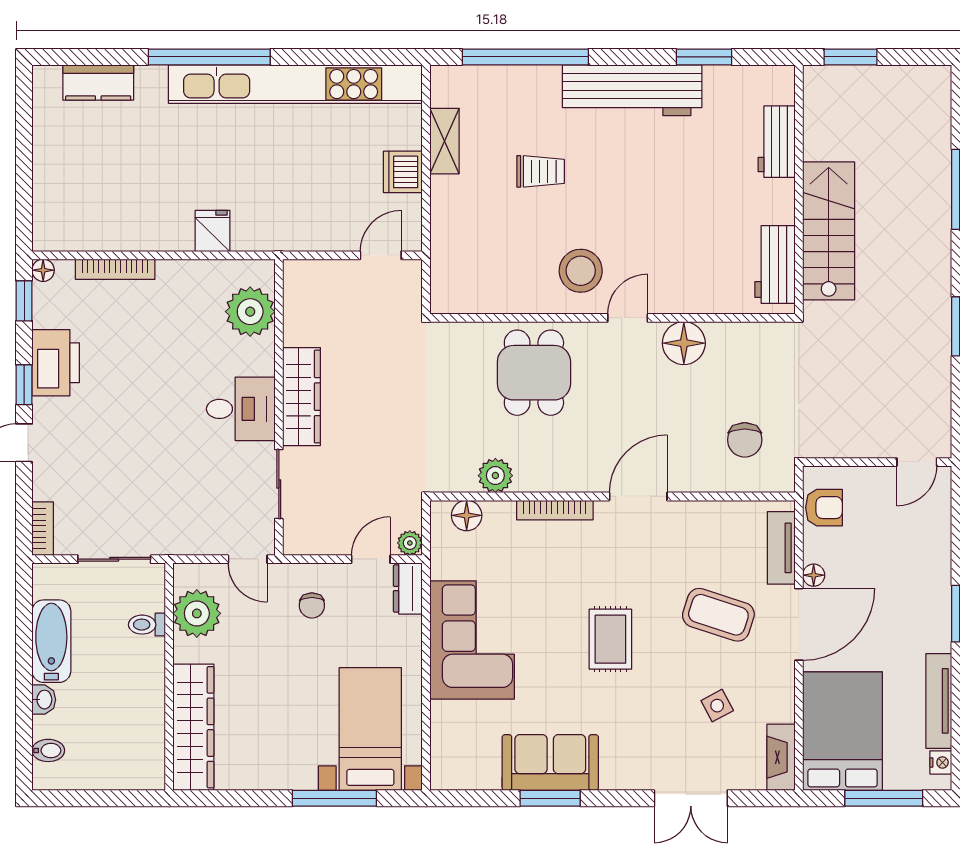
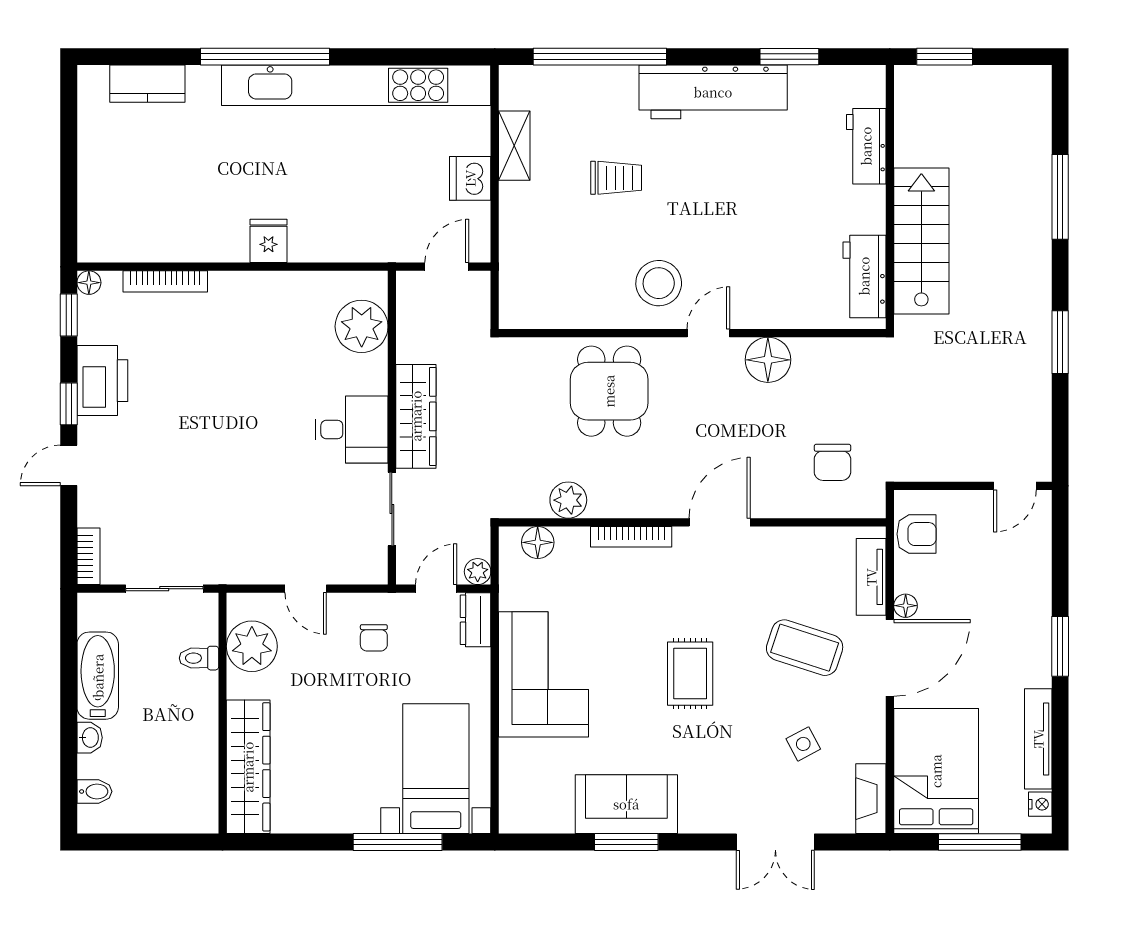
plant: (250, 312) -> (362, 326), moved
wardrobe: (301, 397) -> (416, 416), moved
wall: (279, 407) -> (392, 428), moved
desk: (241, 409) -> (351, 430), moved
sliding door: (279, 484) -> (392, 509), moved

